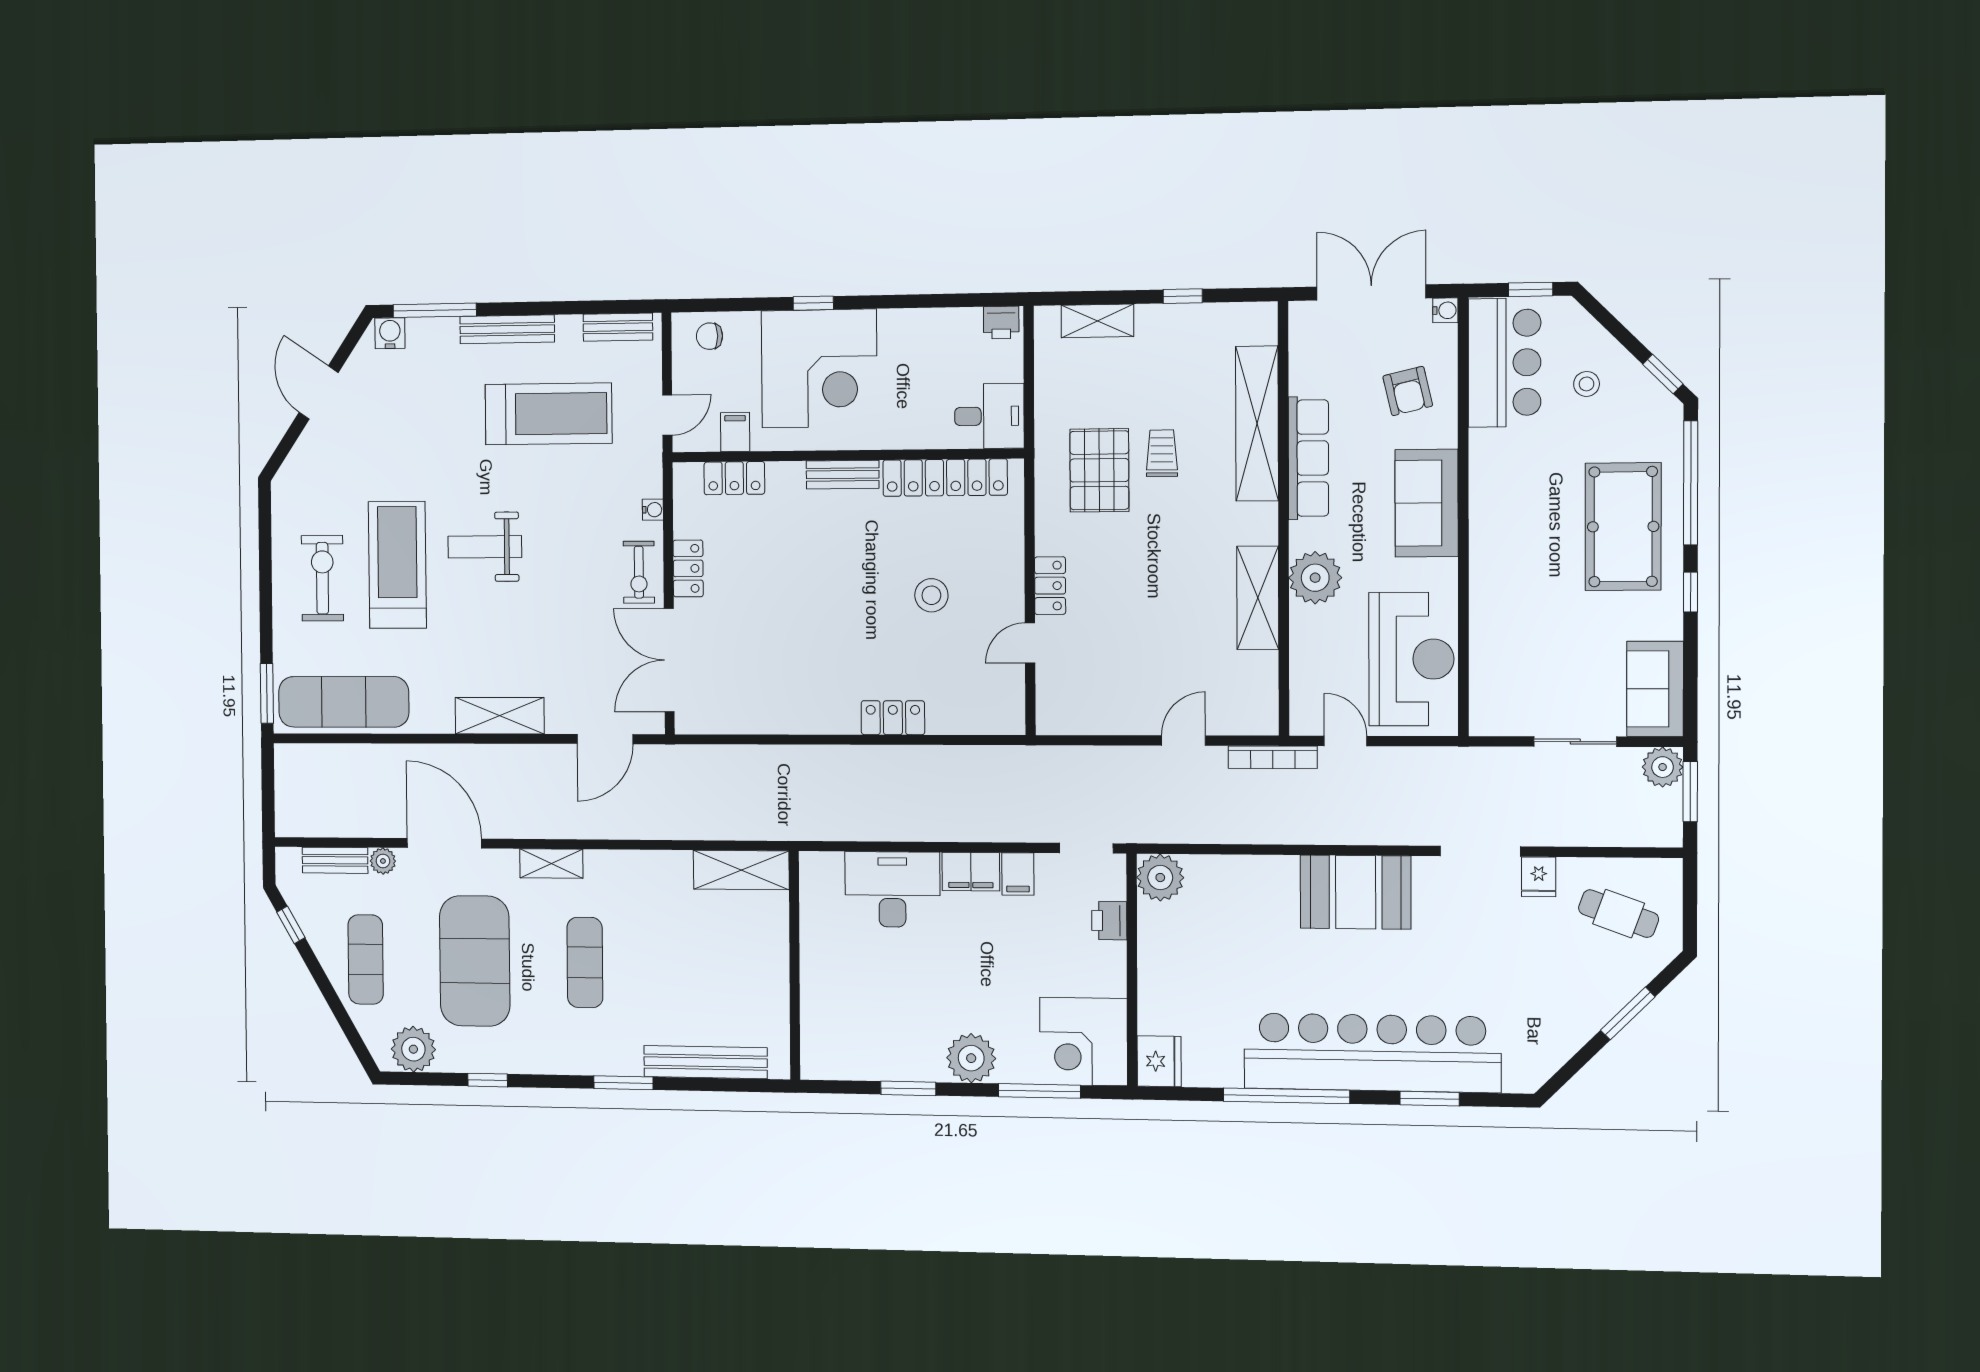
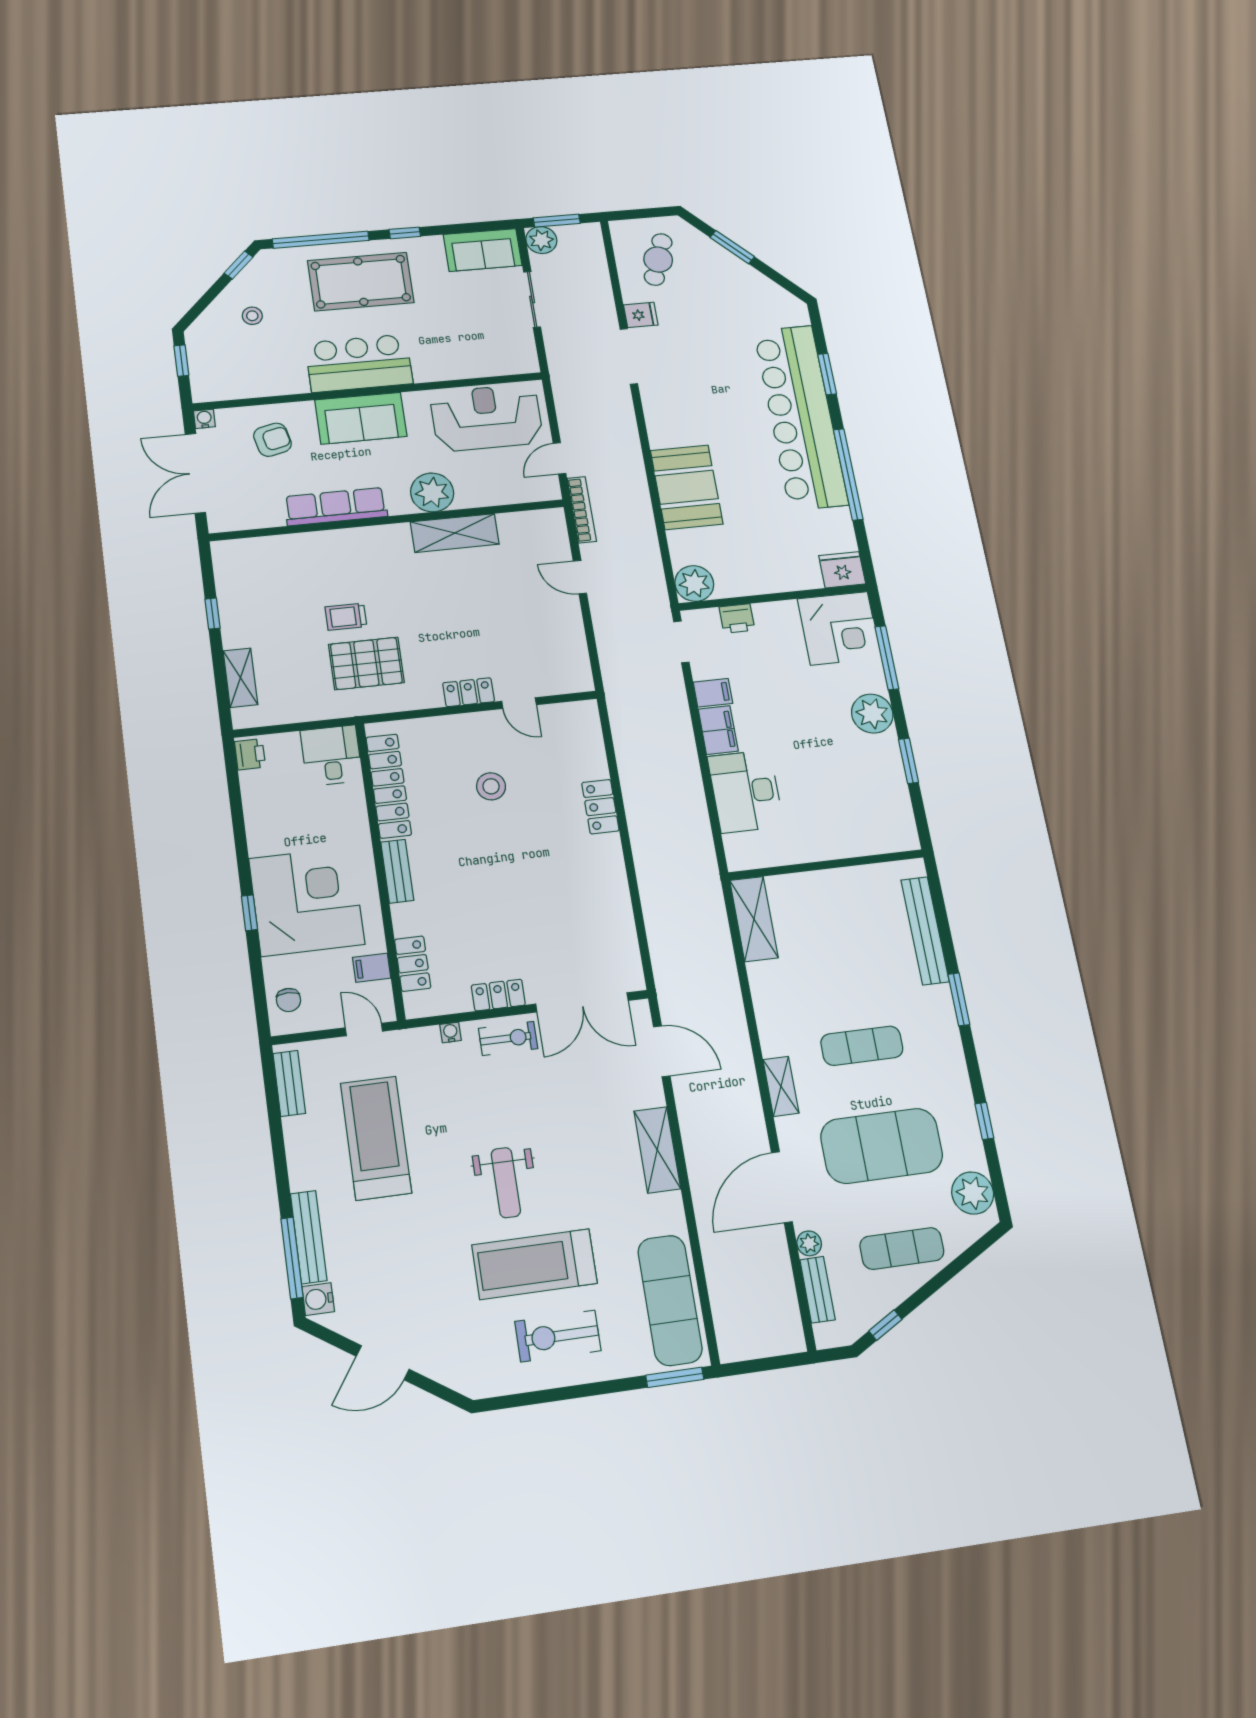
bench: (507, 329) -> (309, 1237), moved
bar counter: (1505, 363) -> (359, 363), moved
shelving: (1257, 424) -> (312, 547), removed
booth: (1356, 892) -> (687, 487), moved

